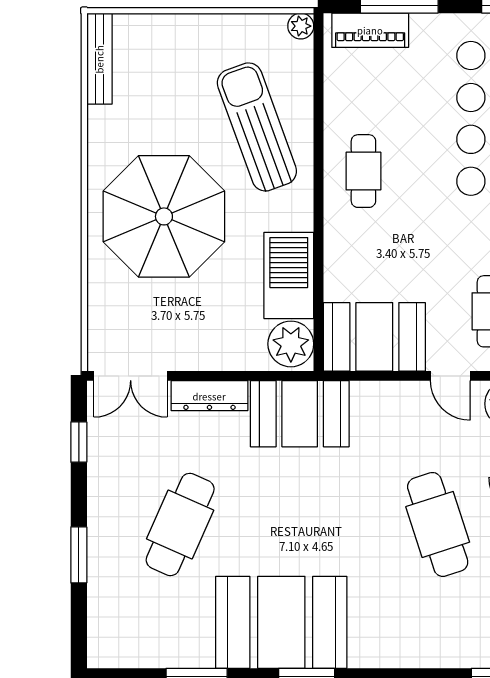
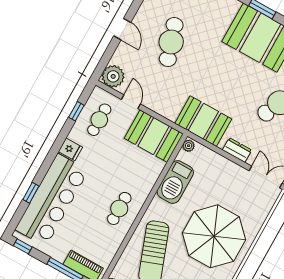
plant: (291, 344) -> (189, 146), width x0.53, depth x0.53
dresser: (209, 396) -> (237, 150), width x0.70

